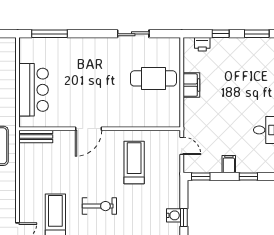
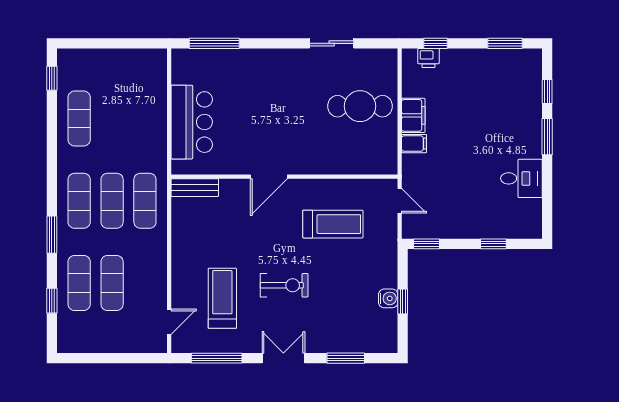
window: (221, 34) -> (435, 43), moved
treadmill: (134, 162) -> (333, 224), turned 90
filing cabinet: (229, 164) -> (414, 144), moved, turned 90

